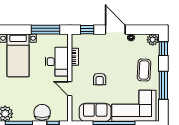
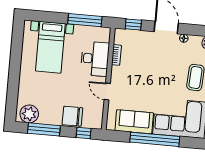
armchair: (100, 79) -> (143, 83), removed
chair: (42, 112) -> (72, 116), turned -90

